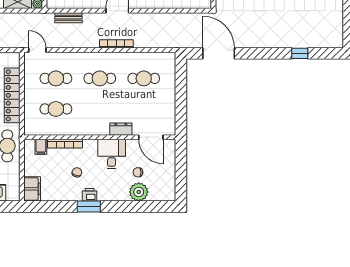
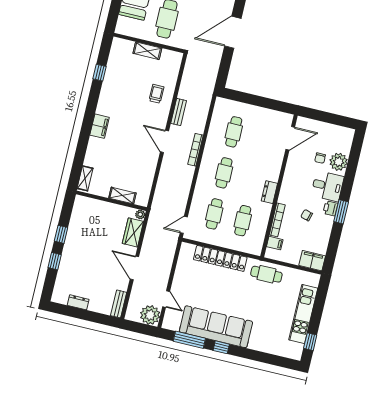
bench: (69, 18) -> (179, 112), moved
door: (219, 53) -> (233, 32), moved
dresser: (121, 129) -> (269, 192), moved
desk: (112, 154) -> (327, 186), moved, turned 180

